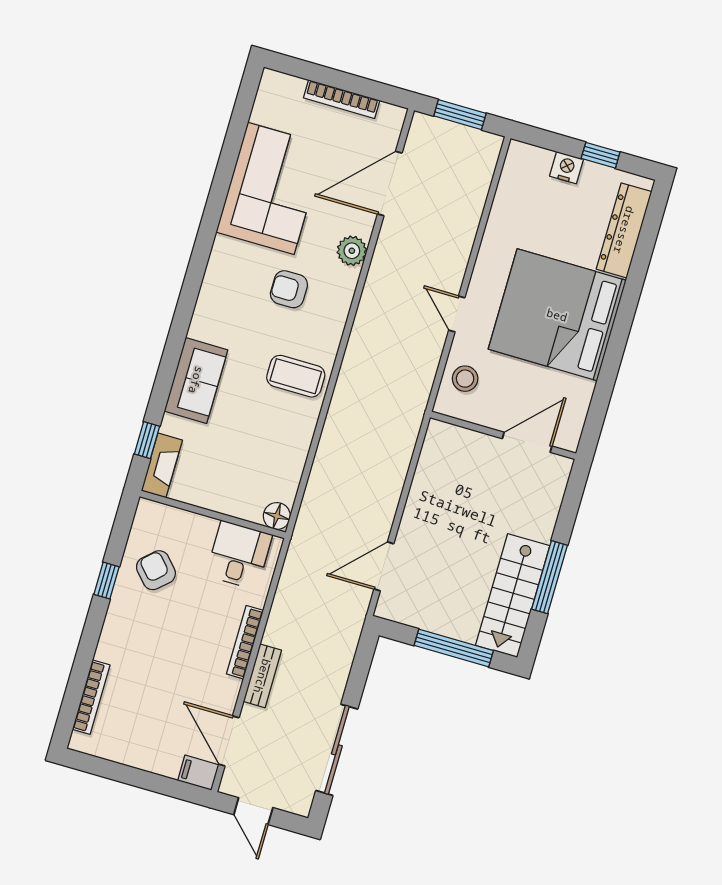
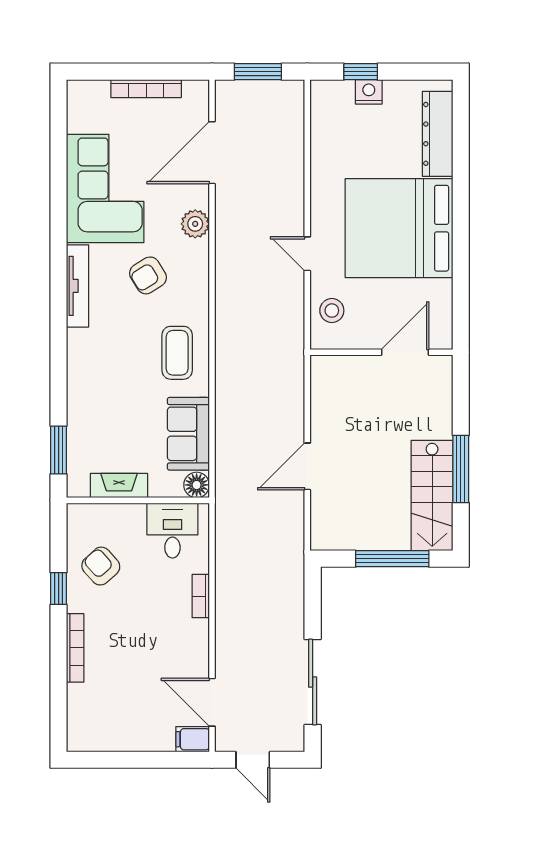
window: (601, 155) -> (361, 72), moved
tv unit: (214, 279) -> (78, 286), added
armchair: (289, 289) -> (148, 275), turned -32
coffee table: (296, 376) -> (177, 353), turned 90
sofa: (196, 380) -> (188, 434), moved, turned 180
window: (147, 440) -> (59, 450), width x1.50
fireplace: (162, 465) -> (119, 486), moved, turned -90
door: (384, 566) -> (307, 466), moved
bookcase: (245, 642) -> (201, 596), width x0.64
bench: (262, 676) -> (225, 634), removed
bookcase: (91, 697) -> (75, 648), moved

